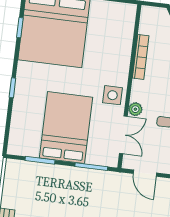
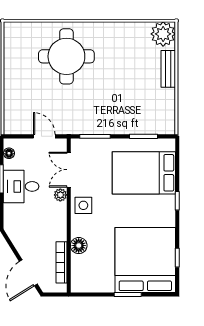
floor lamp: (123, 53) -> (79, 246), added
bookcase: (141, 57) -> (61, 262), moved
bed: (66, 128) -> (144, 173), moved, turned 90

